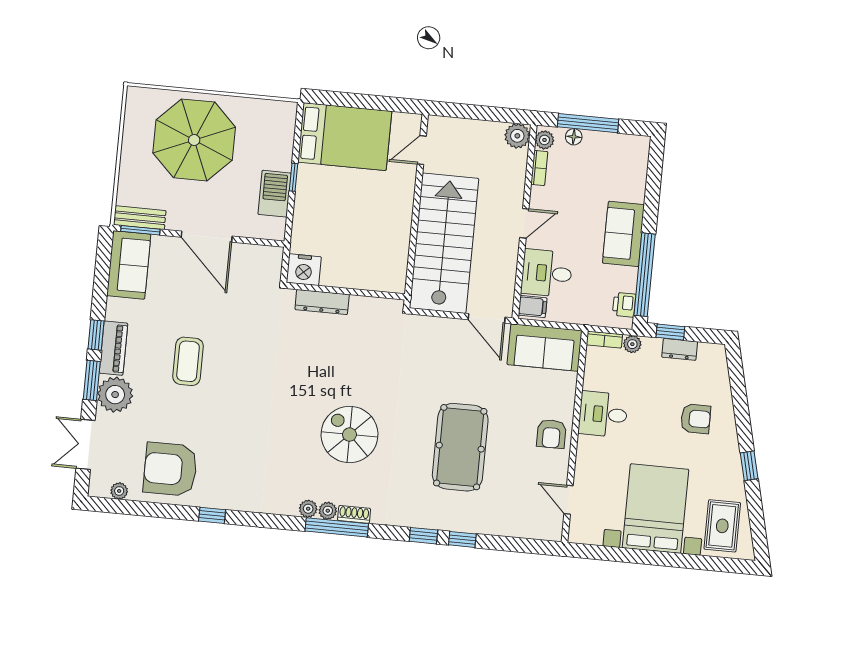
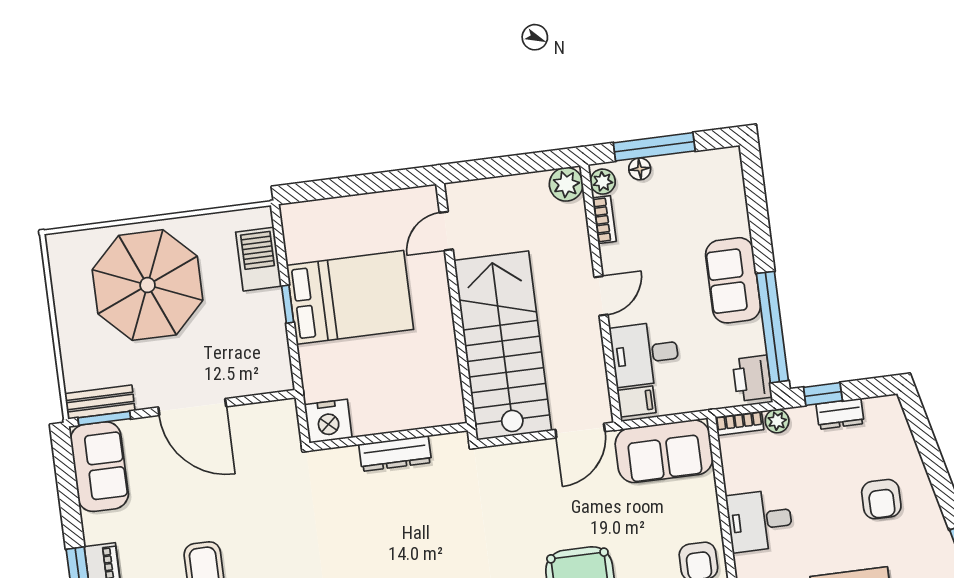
bed: (345, 137) -> (350, 297), moved
barbecue: (275, 194) -> (259, 259), moved
dresser: (322, 302) -> (395, 453), moved
printer: (624, 305) -> (752, 378), width x1.36, depth x1.24
door: (487, 318) -> (580, 431), hinge flipped
armchair: (696, 419) -> (881, 499), turned 90

